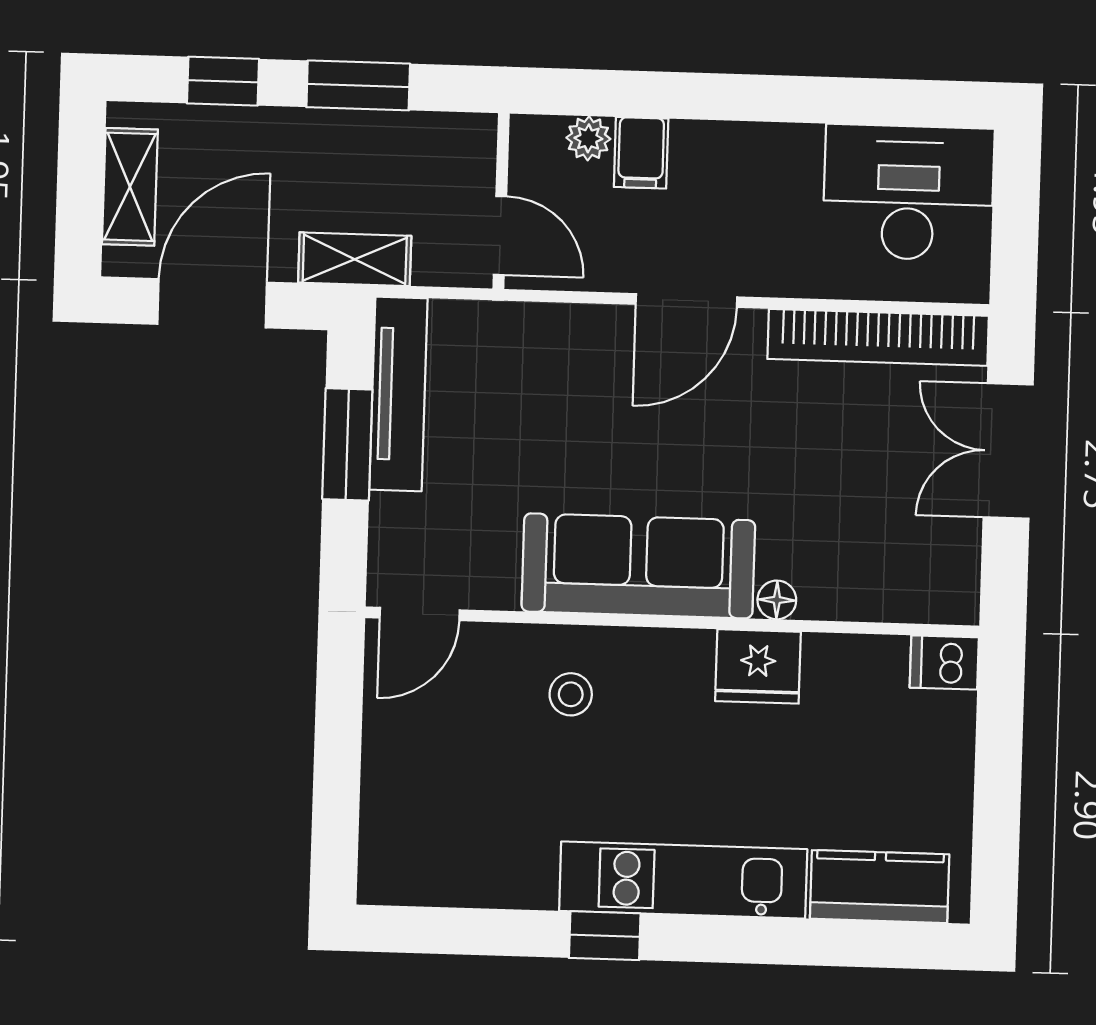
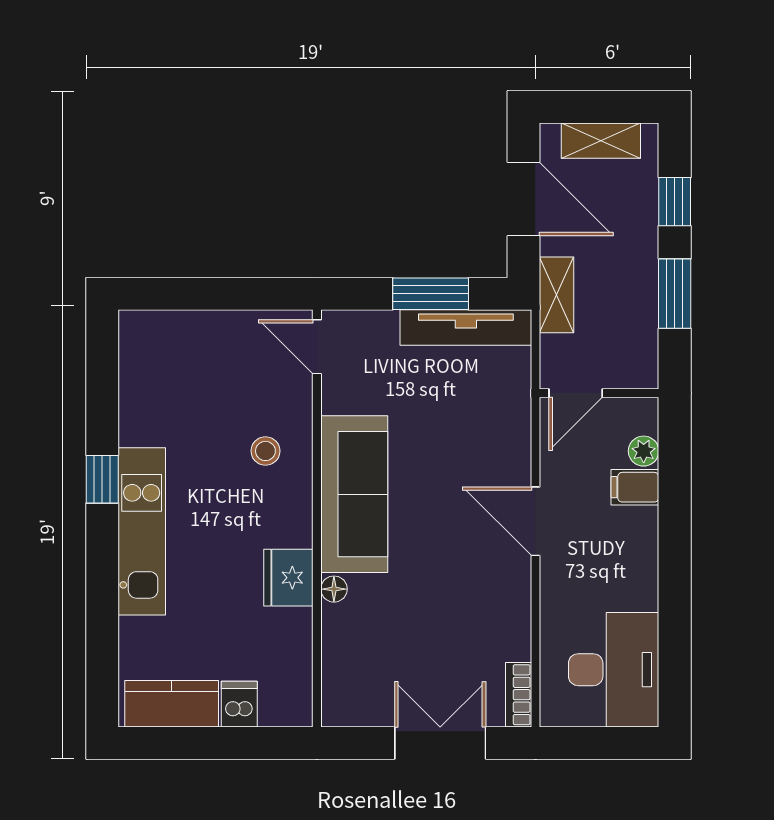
bookcase: (878, 337) -> (519, 695), width x0.43, depth x0.76
dishwasher: (944, 662) -> (239, 704), moved
kitchen counter: (880, 887) -> (172, 704), moved, turned -90

